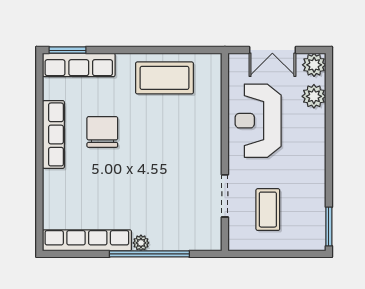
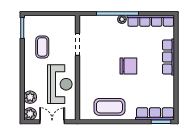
chair: (102, 132) -> (128, 66), moved, turned -90
row of seats: (53, 134) -> (168, 57), moved
coffee table: (268, 210) -> (42, 47), moved

